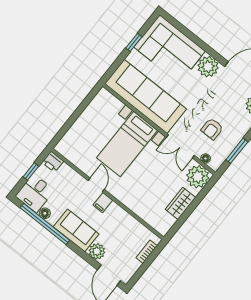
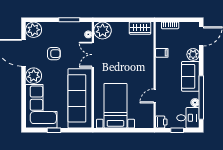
armchair: (212, 129) -> (54, 54), moved
bed with nightstands: (127, 144) -> (115, 106), moved, turned -90
double door: (180, 146) -> (93, 55), swing flipped
door: (96, 185) -> (155, 96), moved
filing cabinet: (103, 203) -> (162, 53), moved
wardrobe: (181, 203) -> (140, 28), moved

